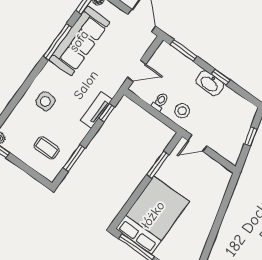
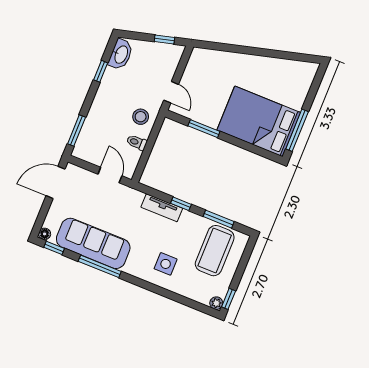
window: (221, 77) -> (101, 71), moved
washbasin: (210, 83) -> (121, 54), moved
window: (107, 113) -> (181, 204), moved
window: (251, 136) -> (164, 39), moved
coffee table: (47, 148) -> (215, 251), width x1.86, depth x1.72

